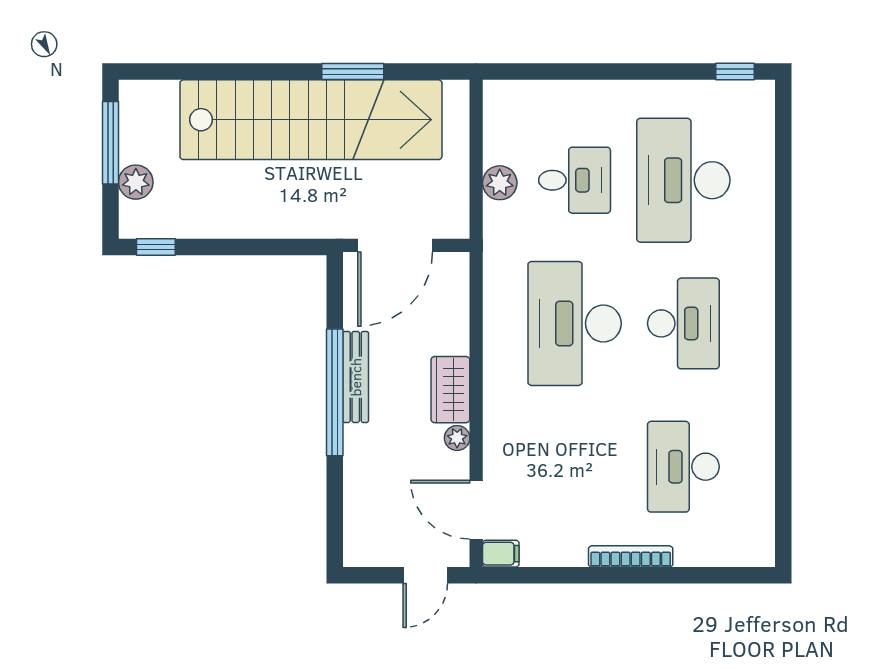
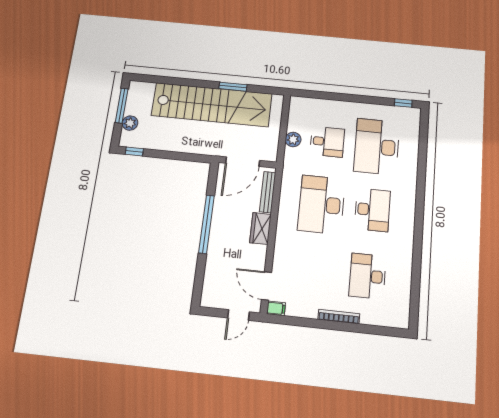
bench: (356, 377) -> (268, 192), moved
plant: (457, 438) -> (261, 251), removed

